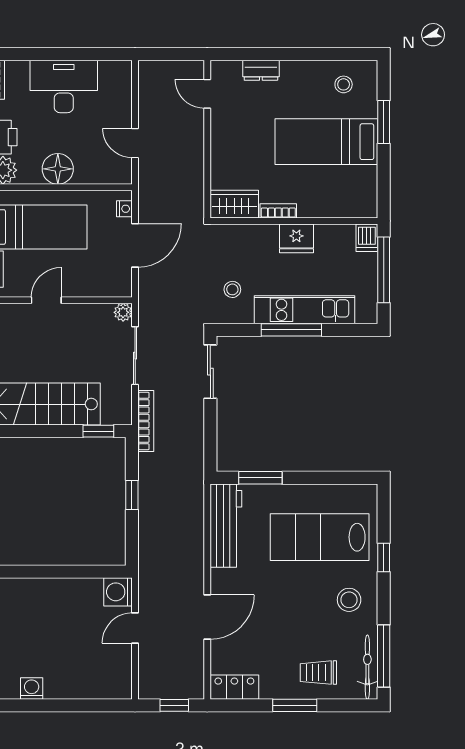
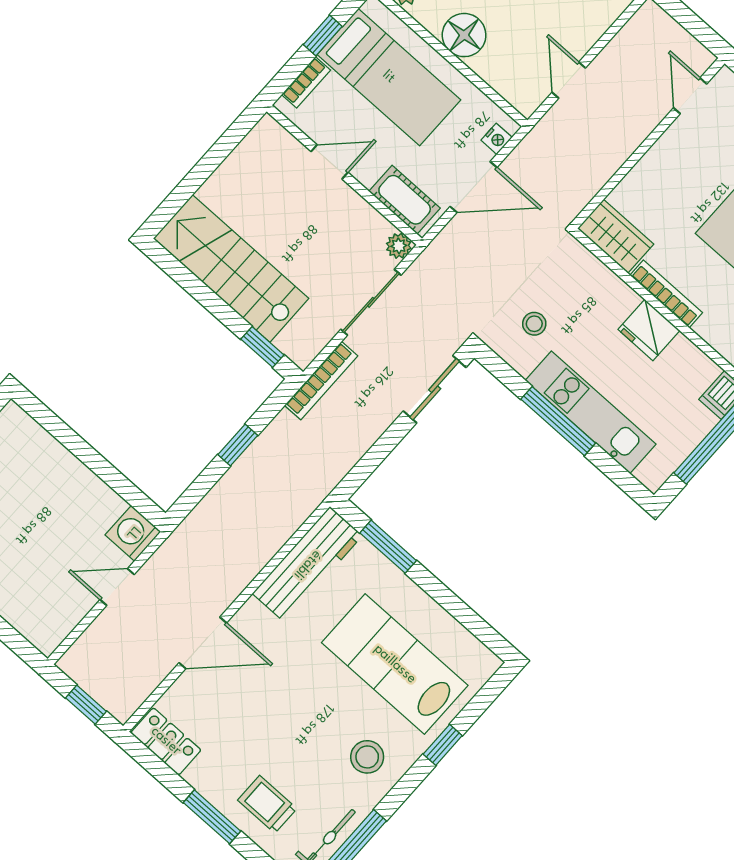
bookcase: (278, 211) -> (666, 294), width x1.56
cot: (104, 285) -> (405, 200), added

